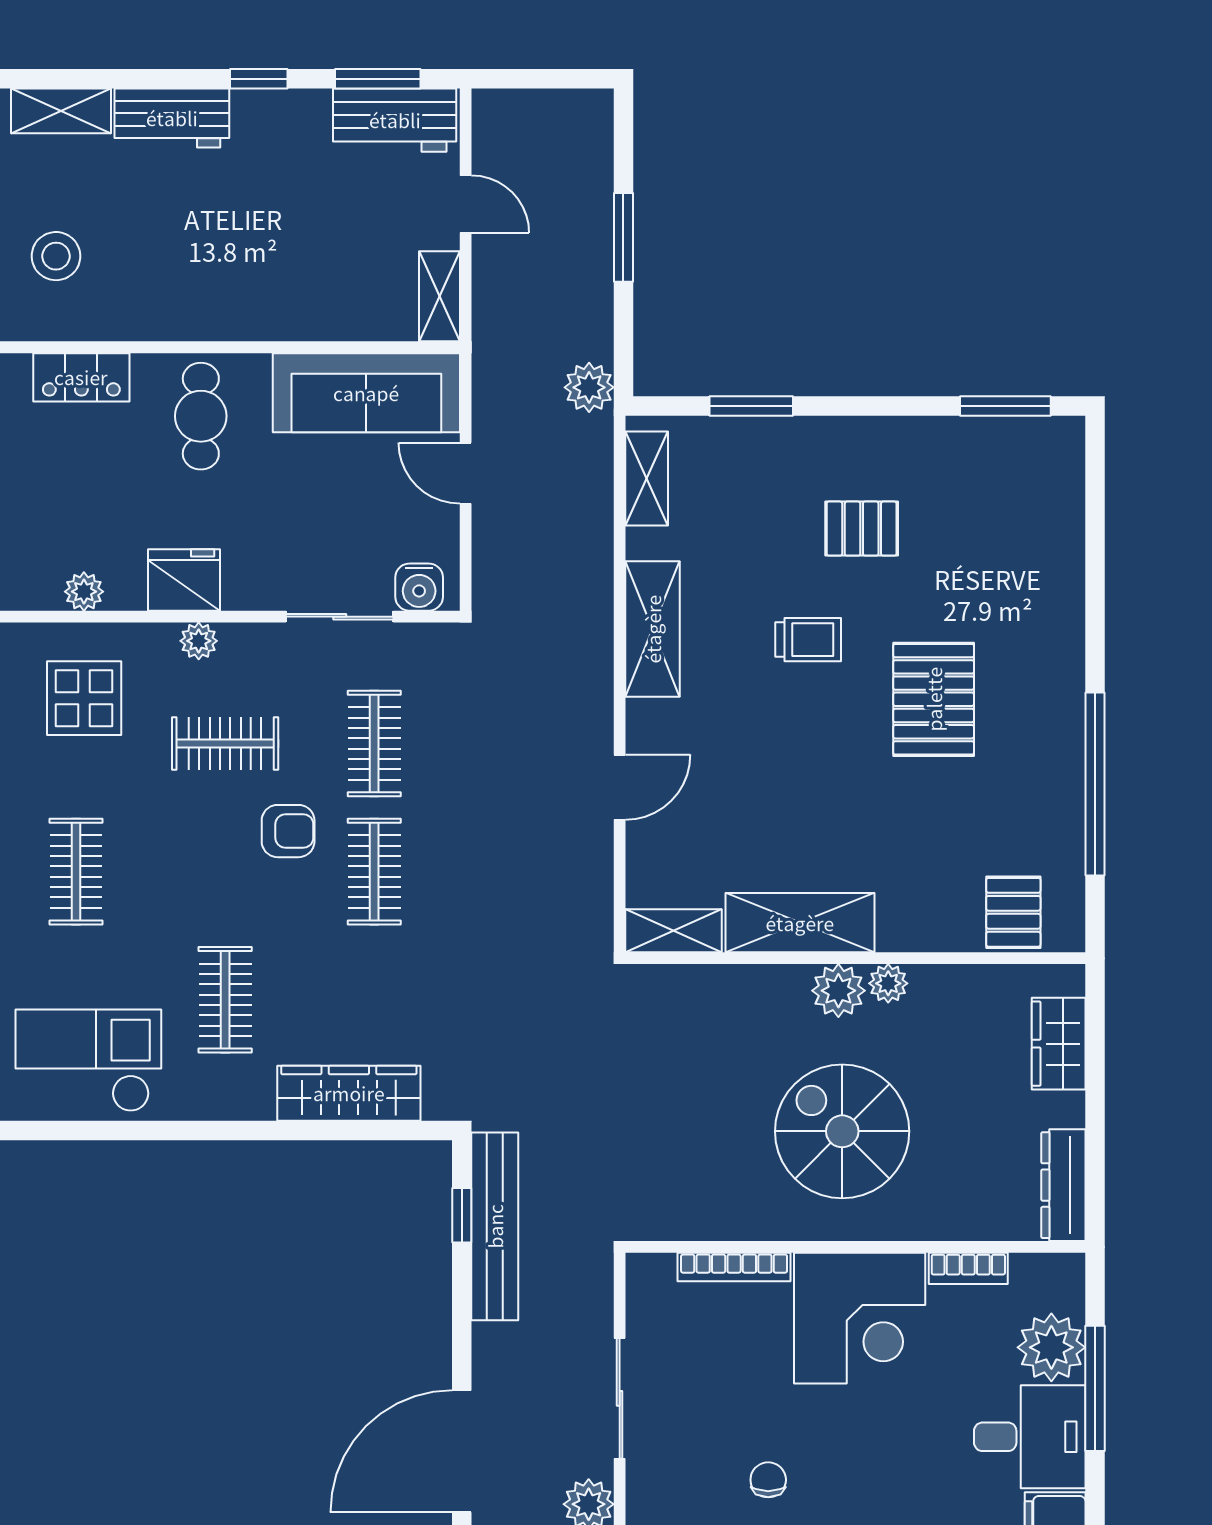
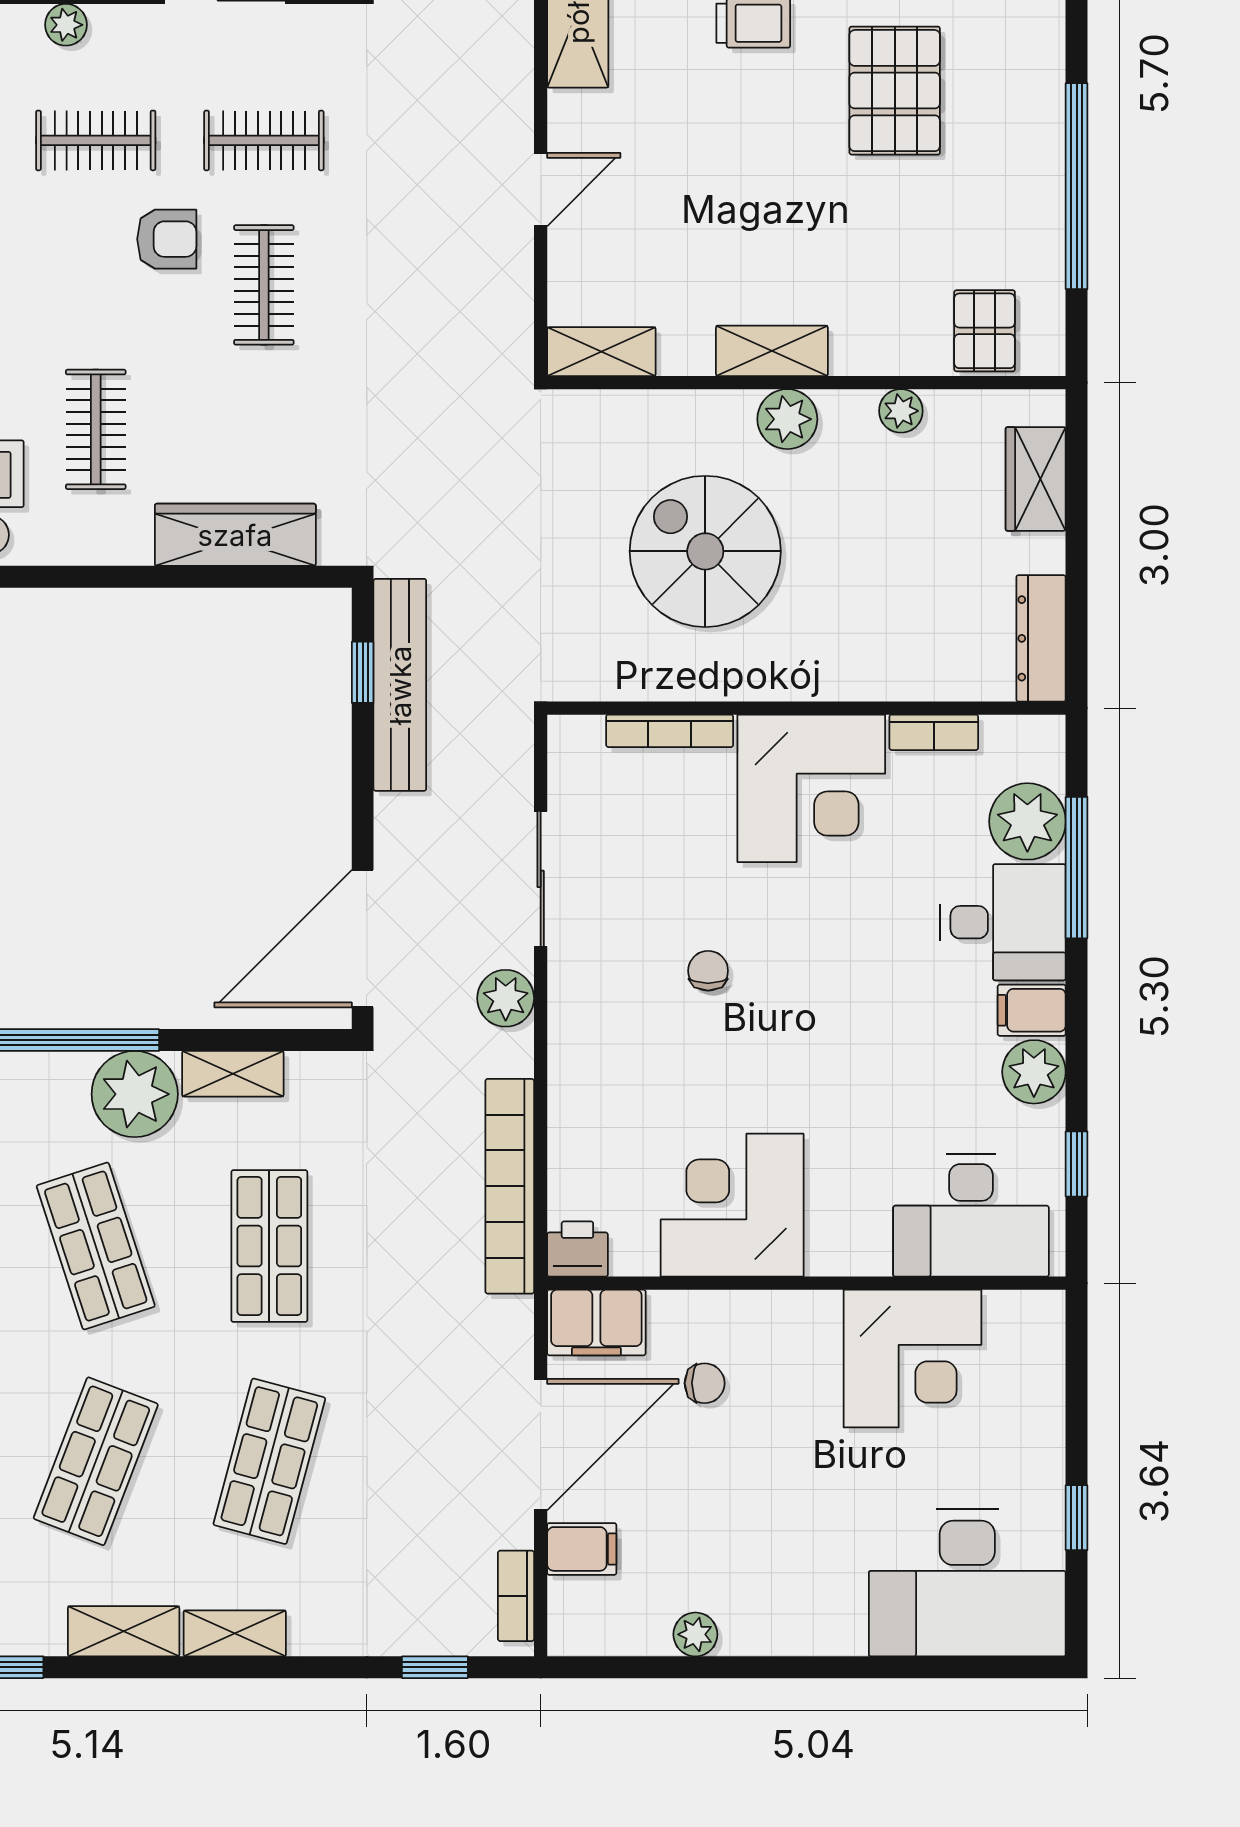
clothes rail: (374, 744) -> (264, 140), turned 90
shelving: (800, 923) -> (772, 351), width x0.67, depth x0.75
plant: (888, 983) -> (901, 411), moved
spiral stairs: (842, 1131) -> (705, 551), moved

